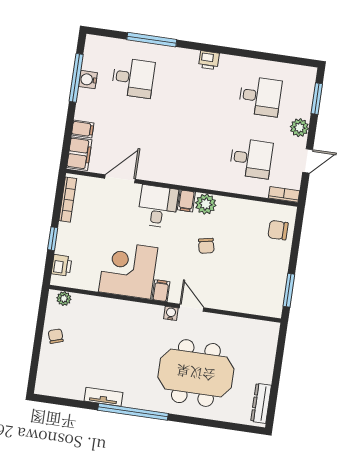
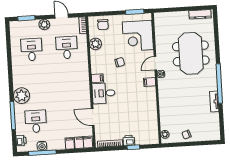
printer: (209, 60) -> (21, 140), moved
plant: (183, 62) -> (22, 96), added
plant: (206, 204) -> (95, 44), moved
printer: (62, 265) -> (129, 140), moved
corner desk: (128, 270) -> (138, 36), moved

